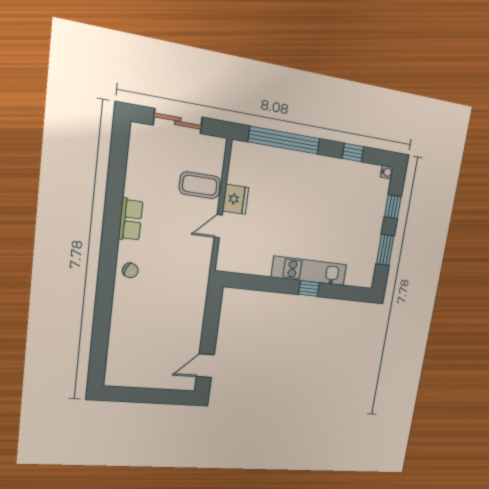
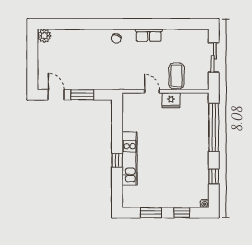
window: (210, 329) -> (82, 95), added
plant: (115, 377) -> (44, 36), added

